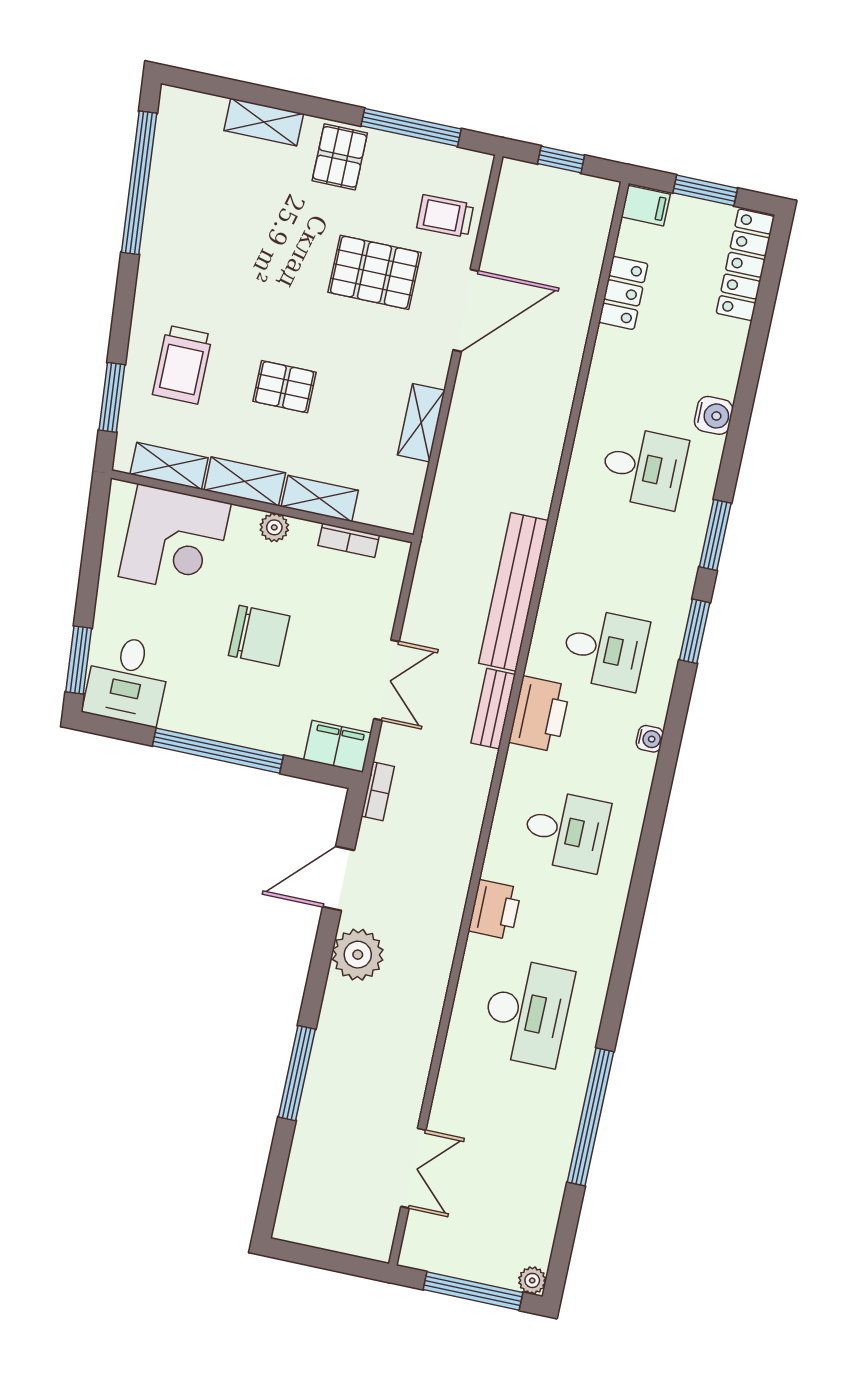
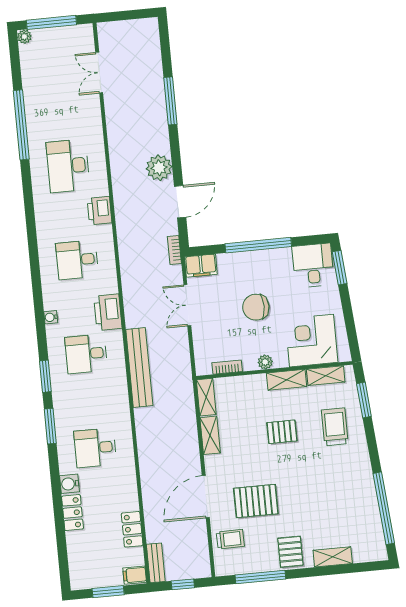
locker: (745, 265) -> (73, 513), moved, width x0.66
shelving: (320, 498) -> (206, 397), moved, turned 90
bench: (493, 709) -> (156, 563), moved

